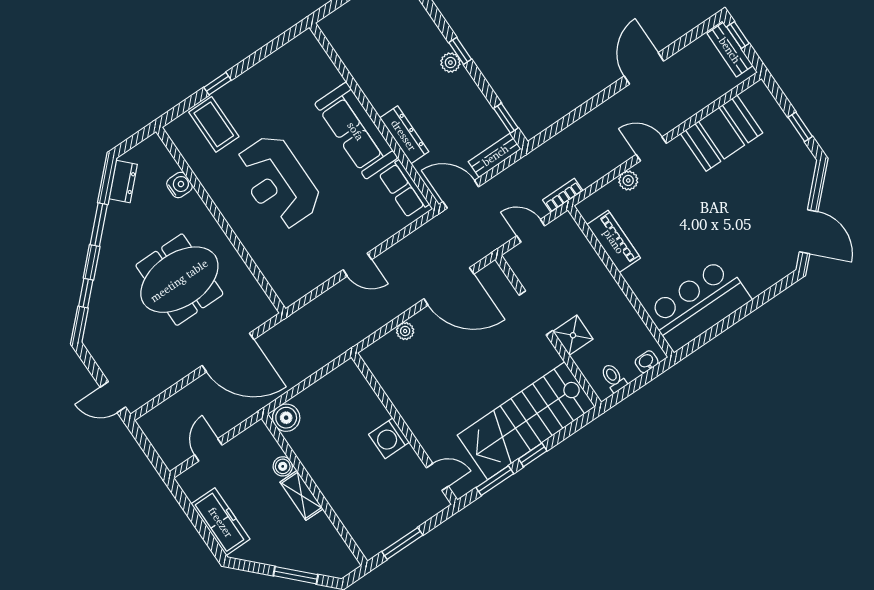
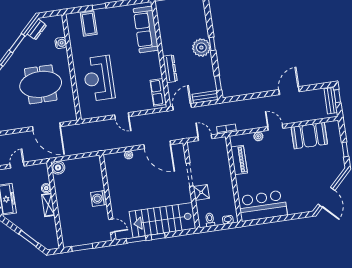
plant: (450, 63) -> (201, 48), width x1.88, depth x1.88
sofa: (356, 131) -> (146, 29), moved
reception desk: (278, 182) -> (99, 78), moved
door: (461, 194) -> (182, 107), hinge flipped

